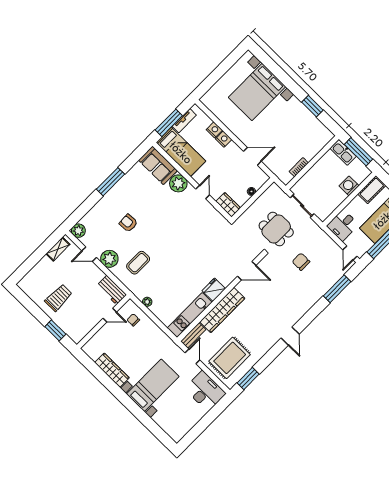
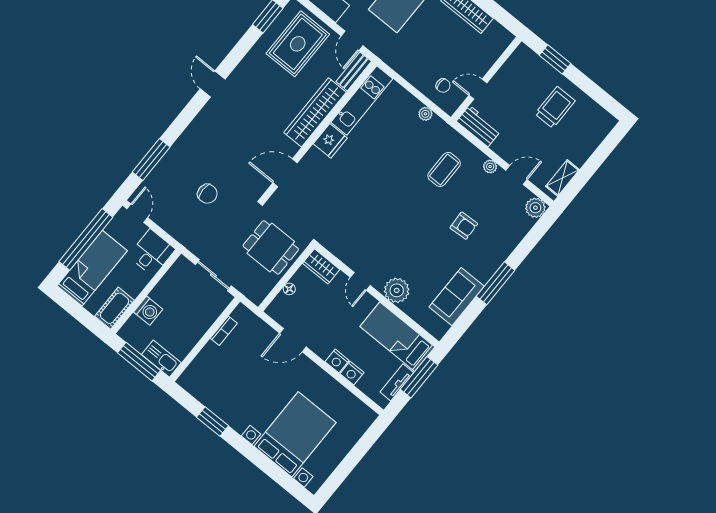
sofa: (158, 165) -> (457, 297), moved, turned -90
dining table: (276, 229) -> (271, 247), moved
plant: (109, 259) -> (490, 167), width x0.53, depth x0.53
trolley: (58, 298) -> (555, 107), turned 180

